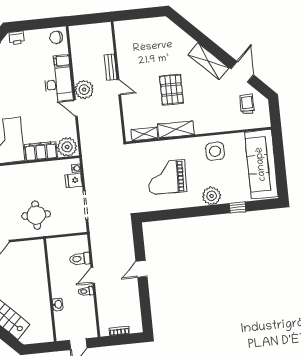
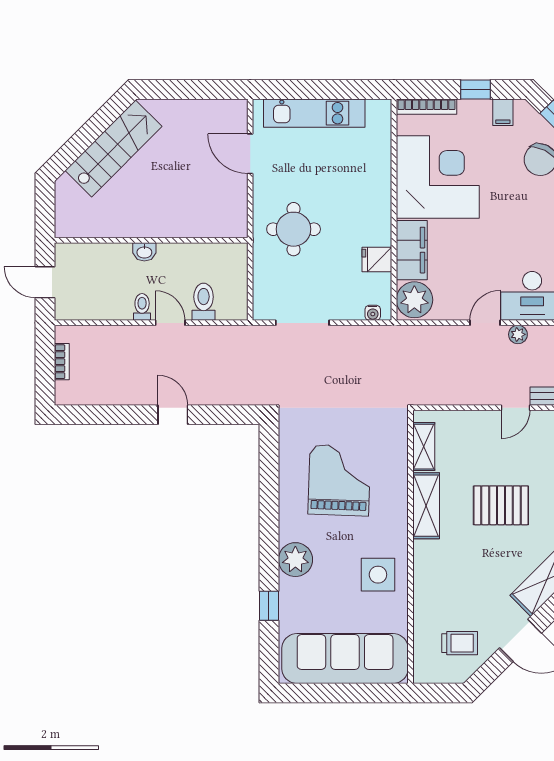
plant: (84, 90) -> (518, 334), width x0.53, depth x0.53
fridge: (74, 180) -> (377, 260), moved, turned -90
washbasin: (58, 304) -> (144, 252), moved

